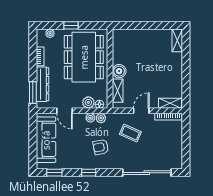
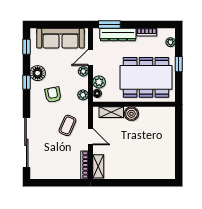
shelving: (177, 40) -> (163, 174), removed
plant: (90, 118) -> (83, 71), moved
floor lamp: (80, 162) -> (38, 73), added

